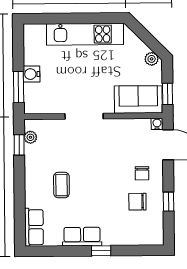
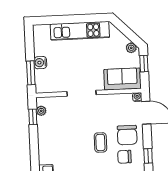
window: (168, 94) -> (144, 64), moved
chair: (142, 173) -> (127, 135), width x1.87, depth x1.87
coffee table: (61, 185) -> (100, 142), moved

